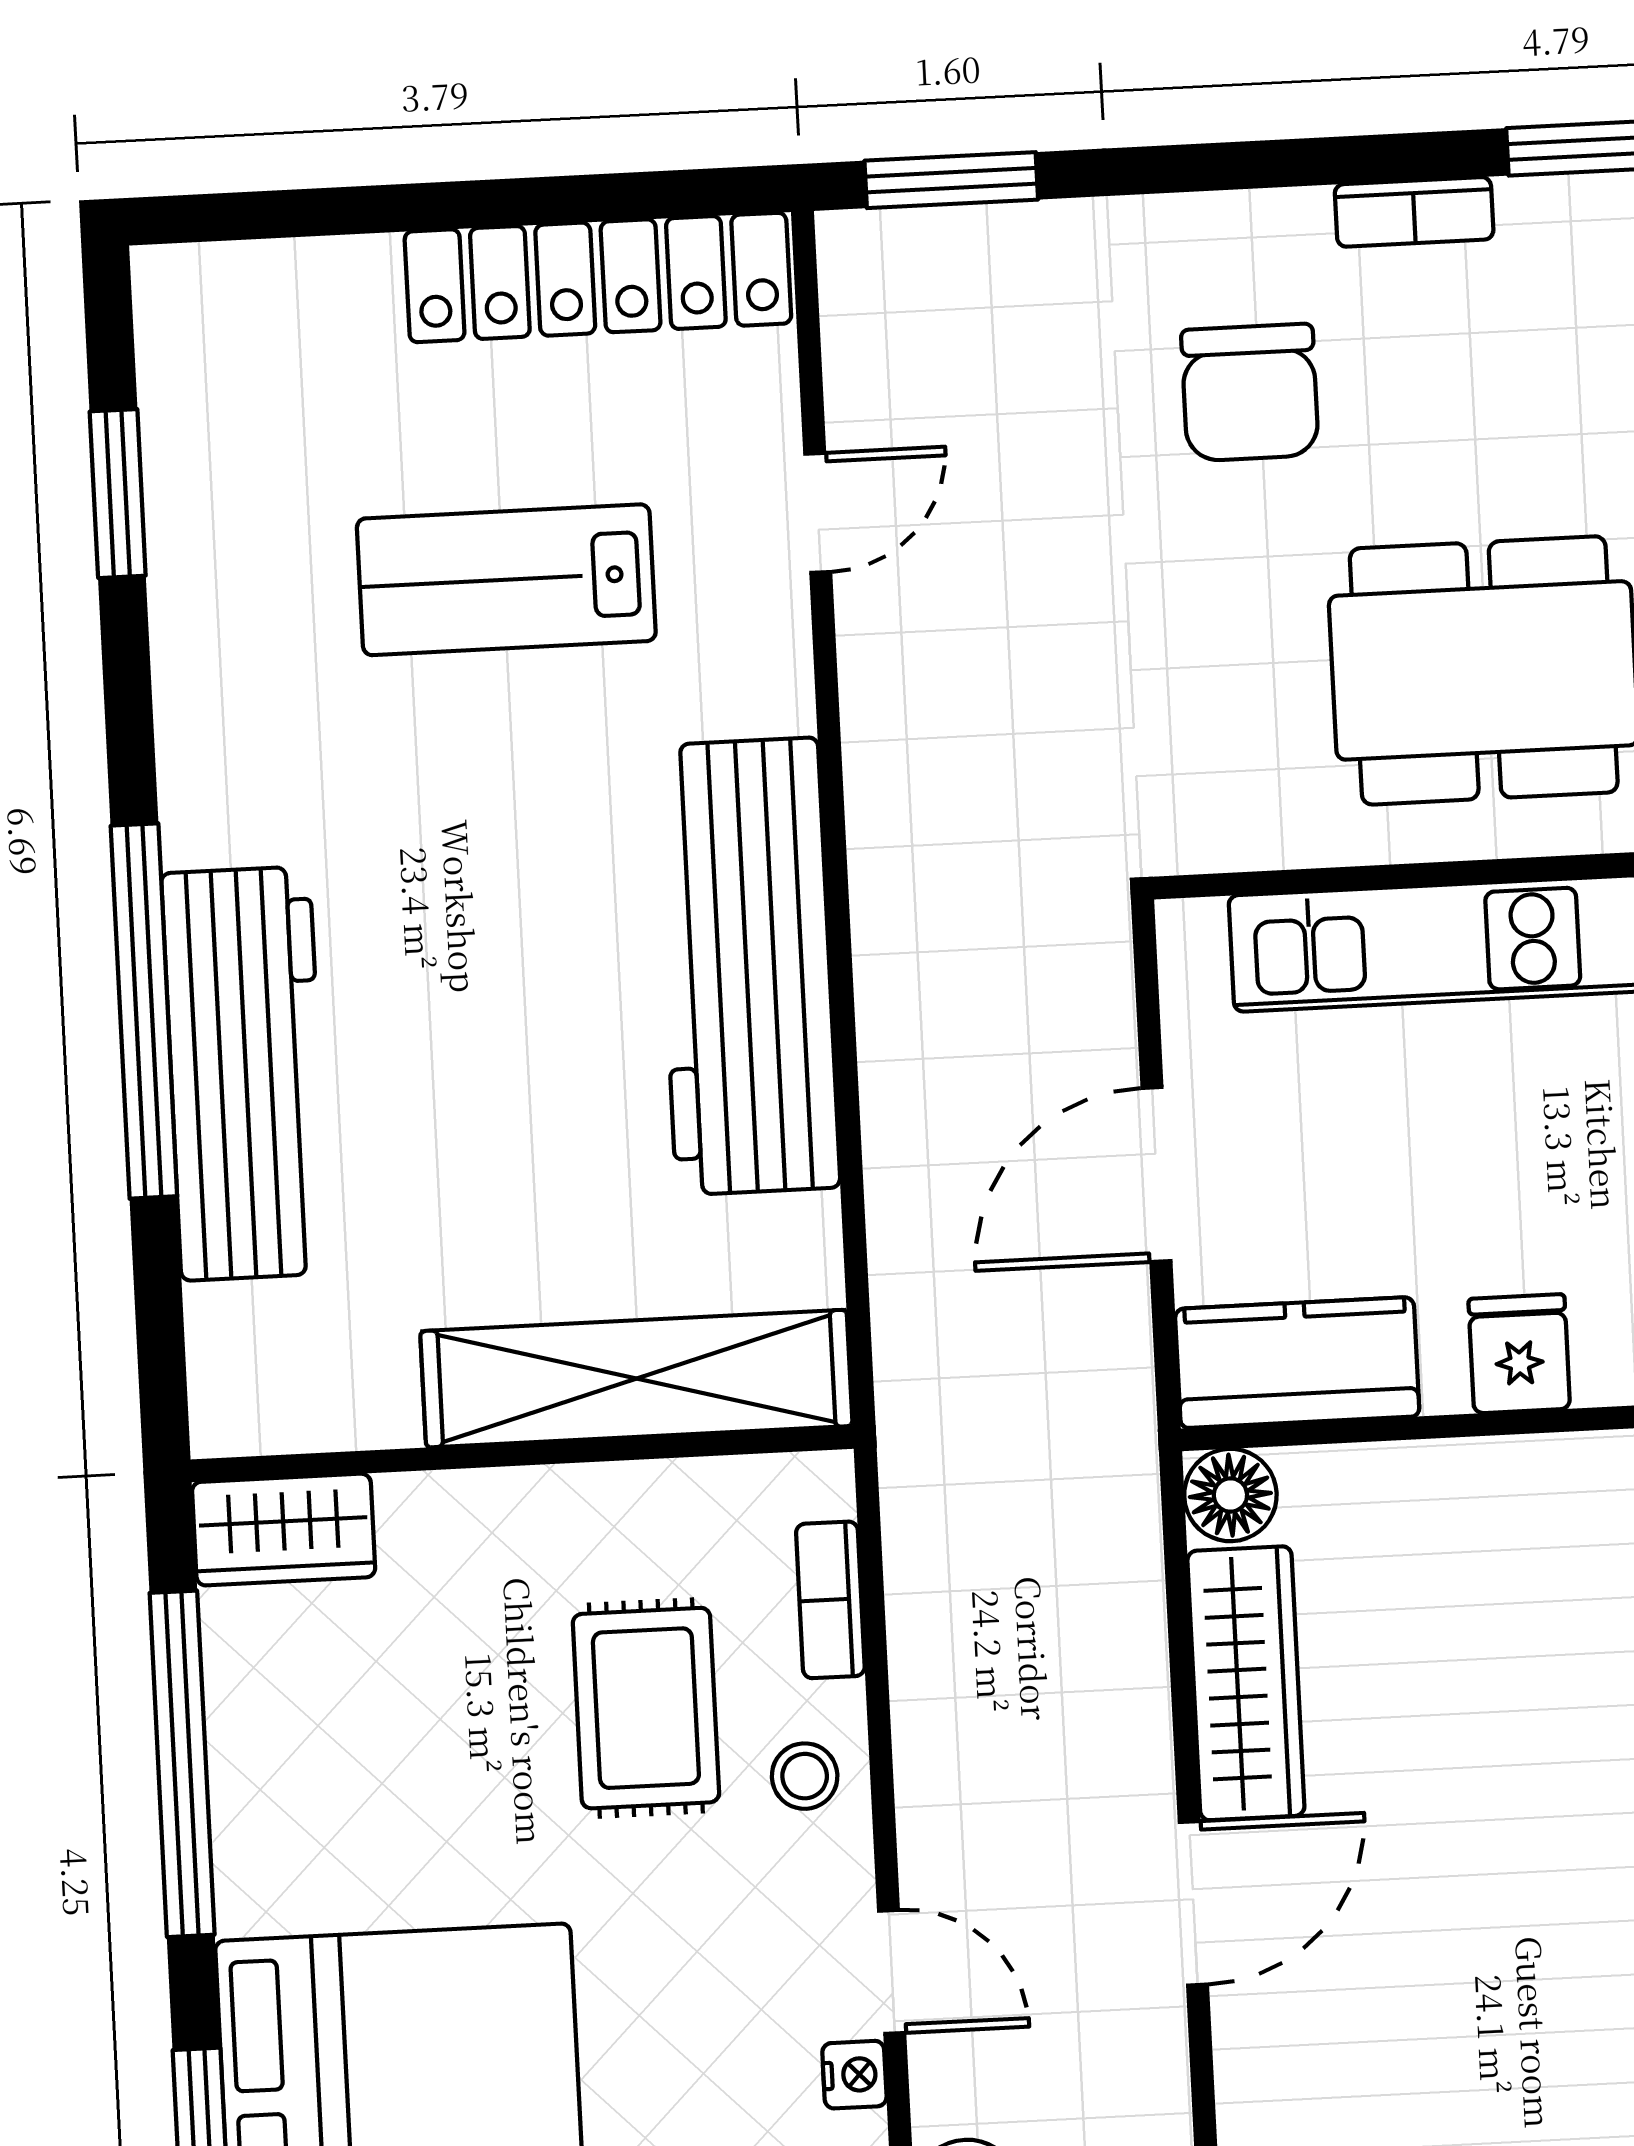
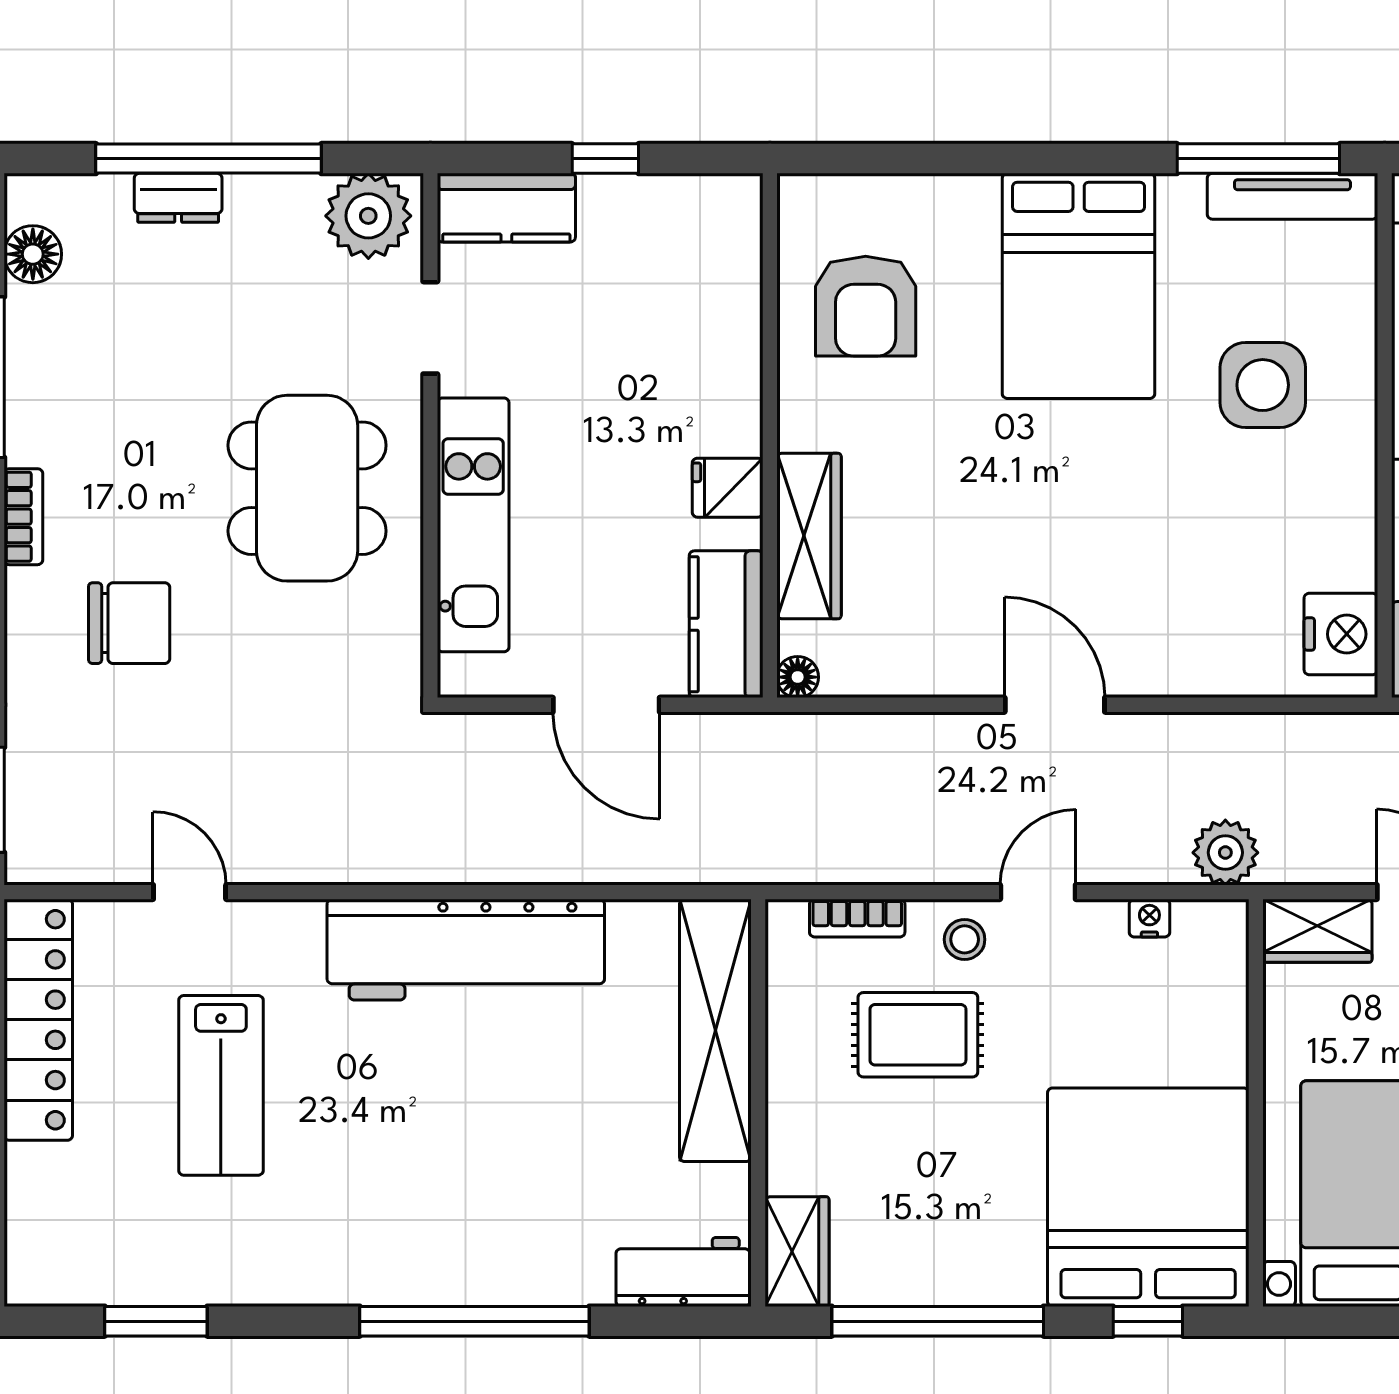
workbench: (245, 1073) -> (683, 1272), moved, width x0.53, depth x0.76
floor lamp: (1230, 1495) -> (798, 677), width x0.73, depth x0.73
wardrobe: (1246, 1683) -> (809, 536), moved, turned 90
door: (892, 1972) -> (1038, 892), moved

